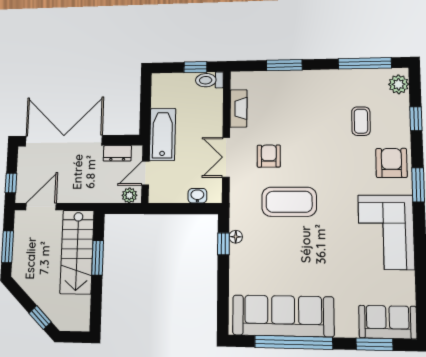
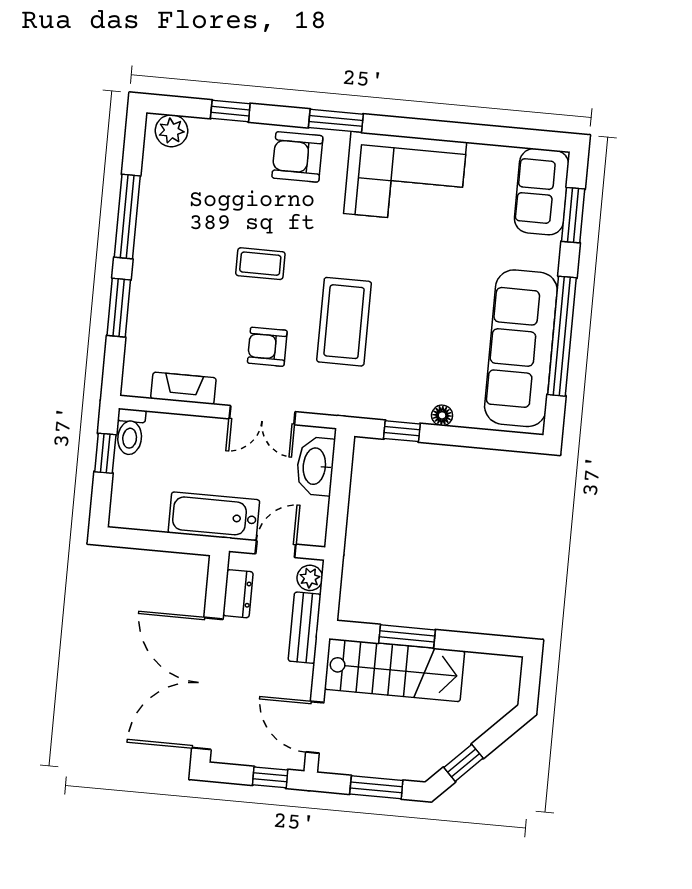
window: (365, 63) -> (127, 217), moved
coffee table: (361, 121) -> (260, 264), moved
door: (145, 173) -> (276, 549), swing flipped
bench: (99, 195) -> (305, 628), added
washbasin: (197, 196) -> (315, 466), width x1.91, depth x1.45
floor lamp: (236, 237) -> (442, 415), moved
window: (40, 318) -> (463, 763), moved

